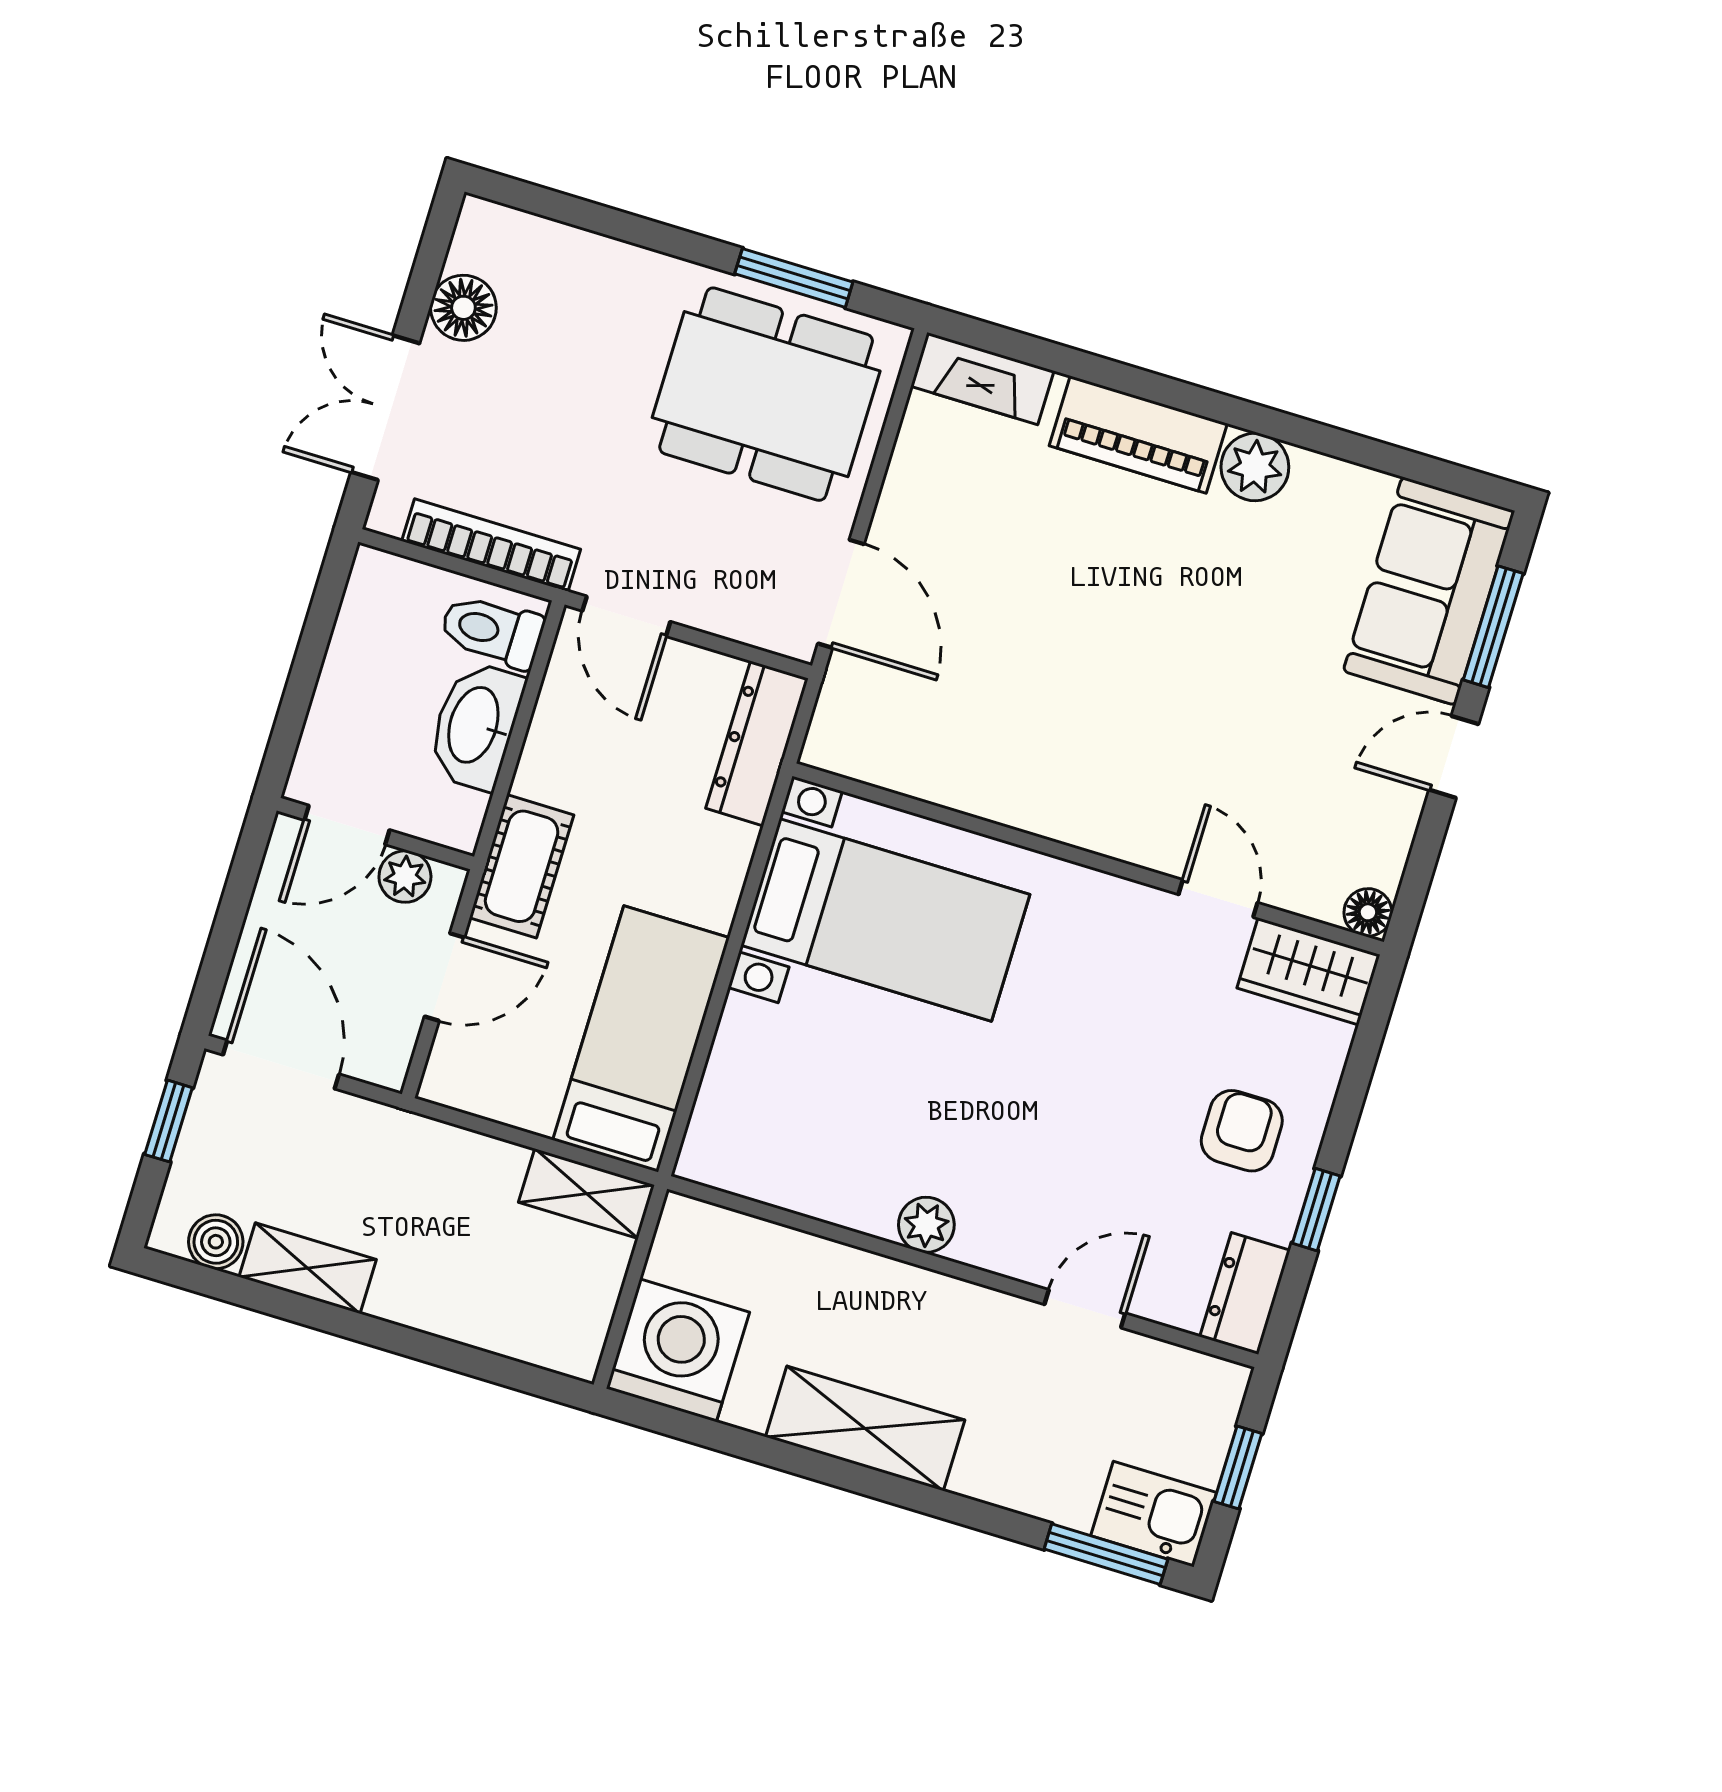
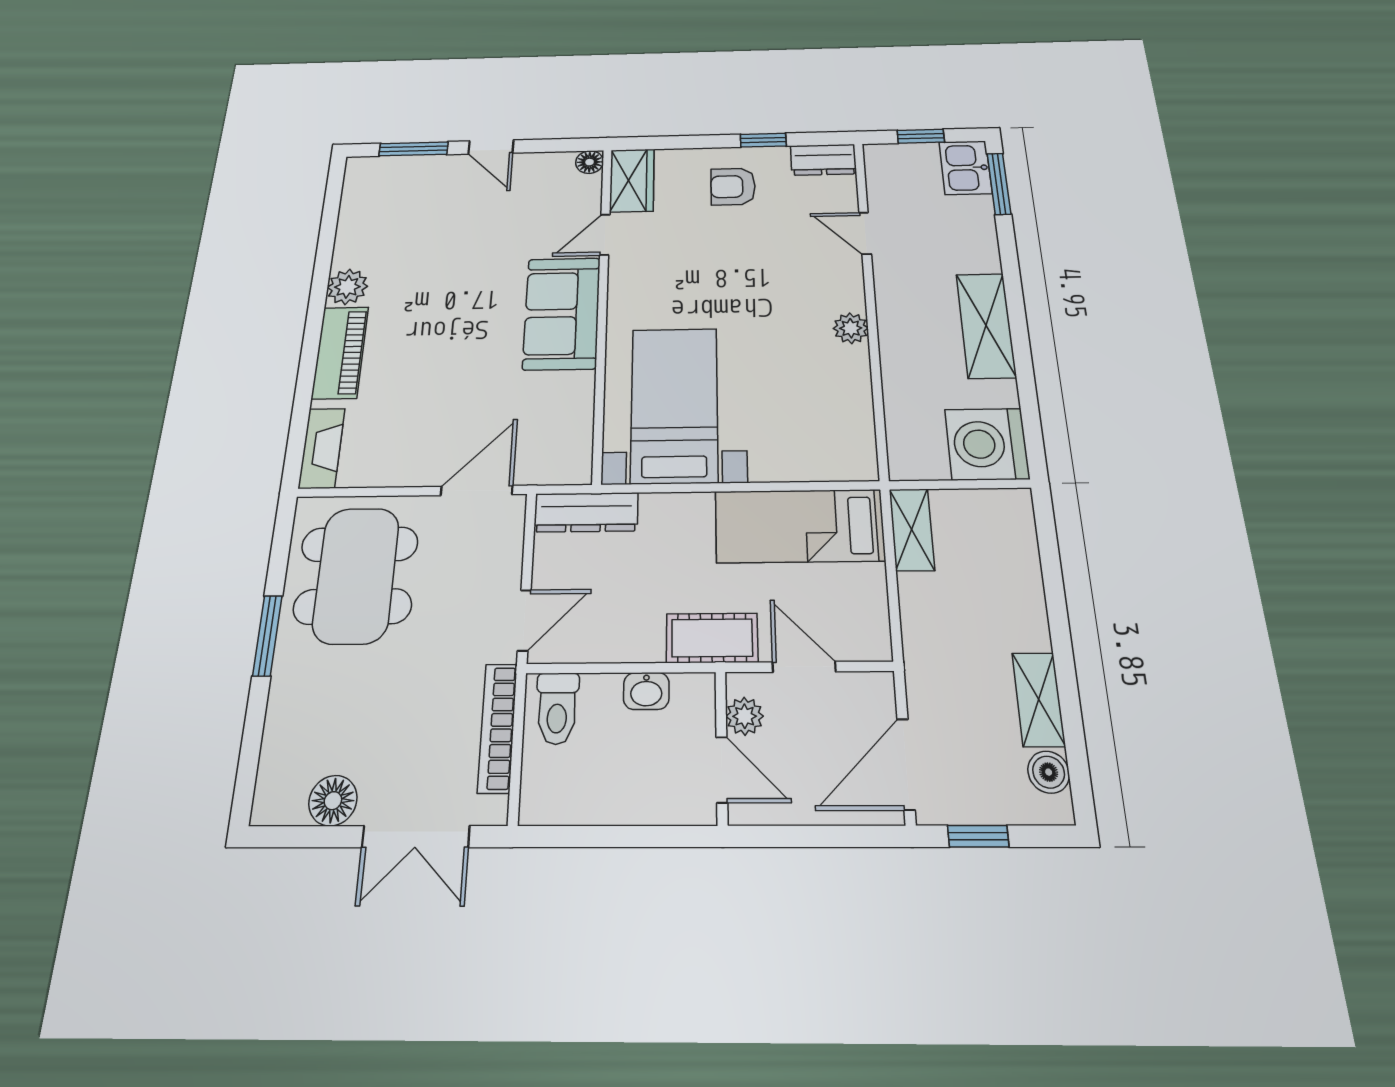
window: (794, 278) -> (267, 635), moved
sofa: (1429, 591) -> (562, 313), moved, turned 90
washbasin: (475, 725) -> (646, 691), width x0.52, depth x0.69

